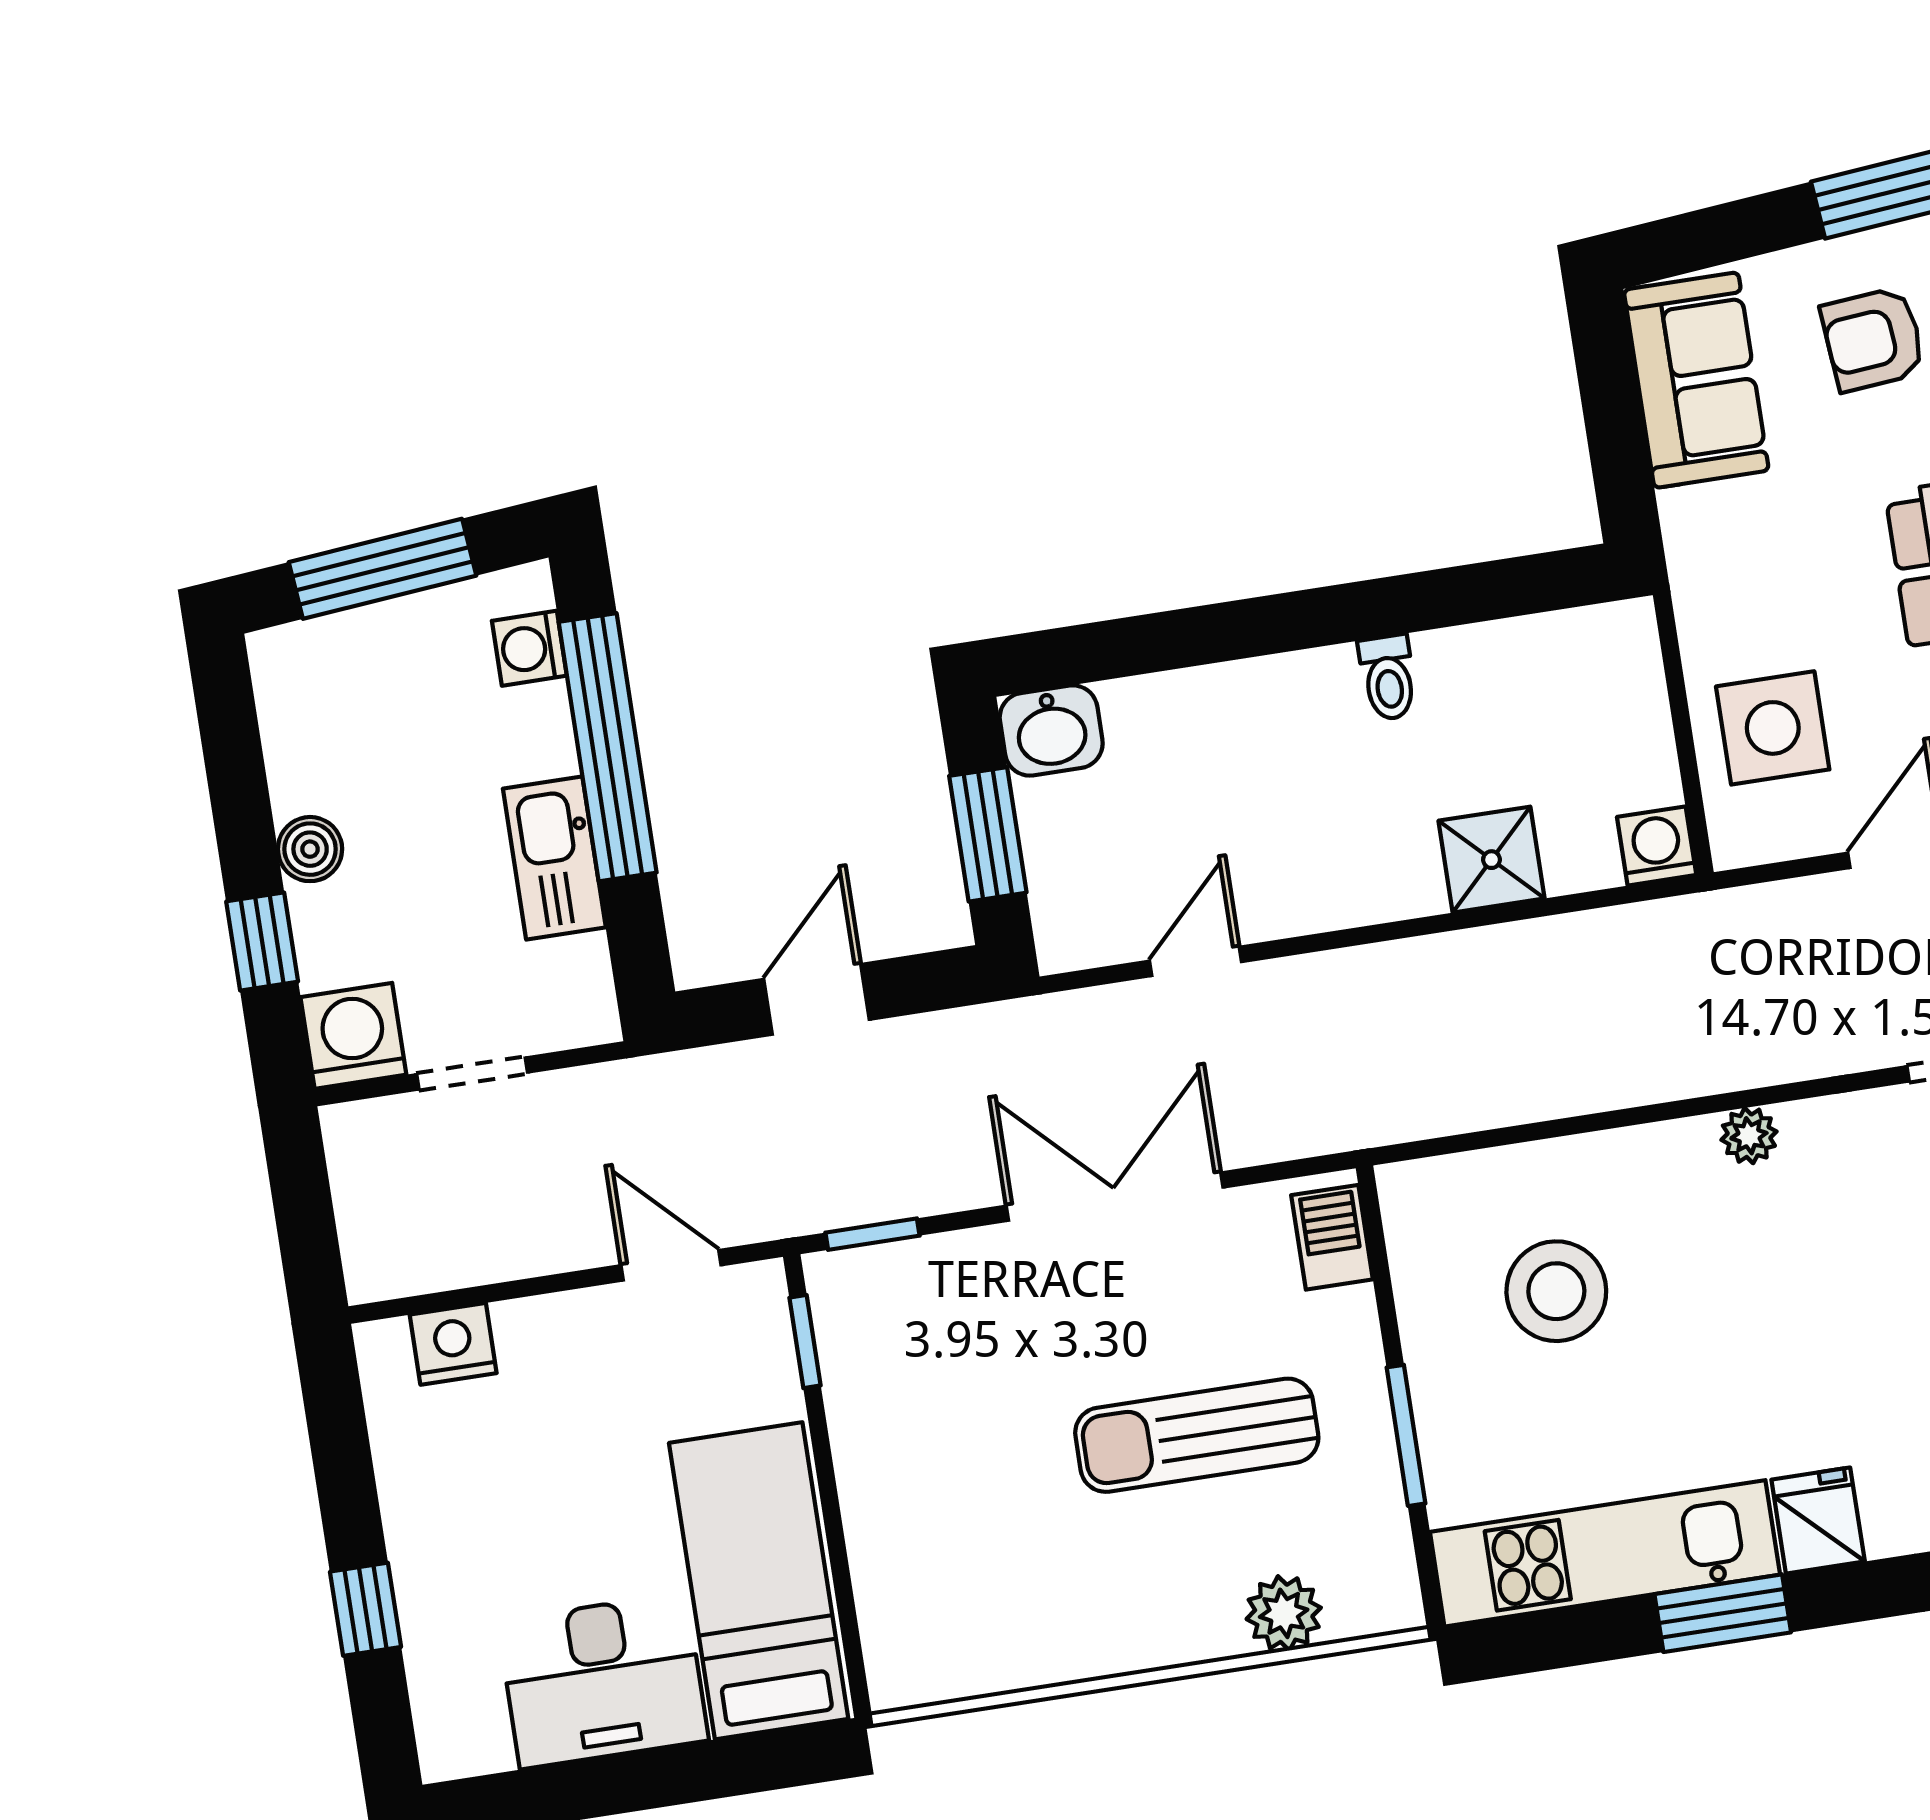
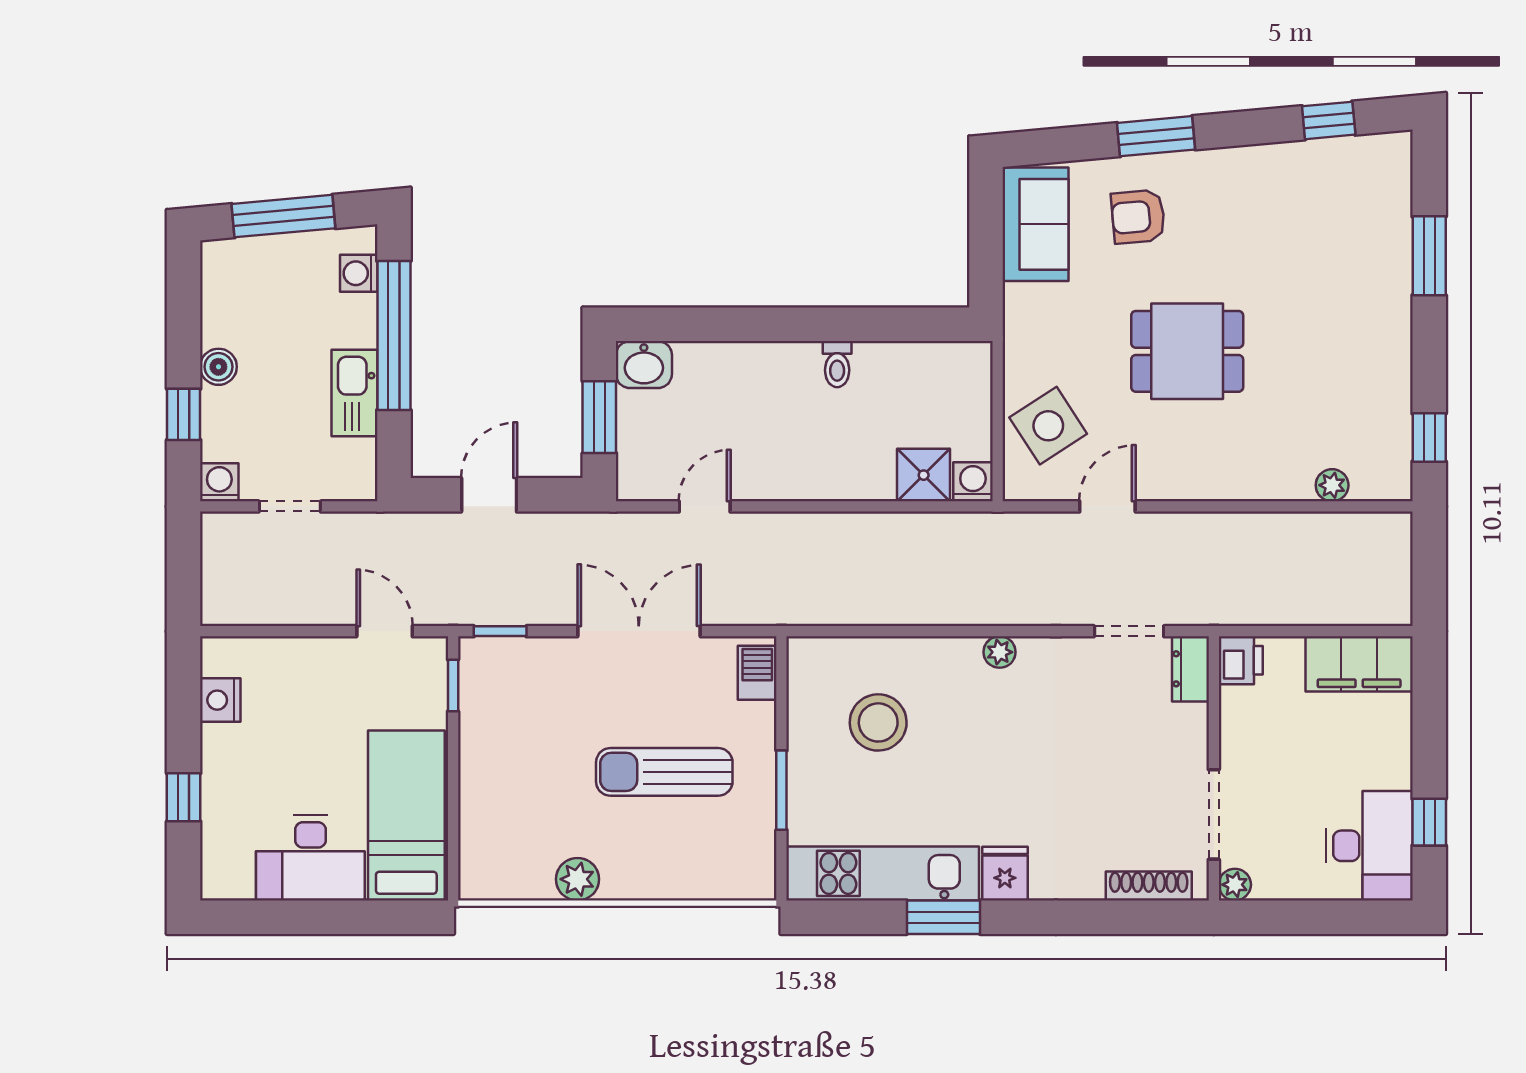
side table: (1773, 728) -> (1048, 426), turned -33
shower: (1492, 860) -> (924, 475), moved
washing machine: (353, 1036) -> (219, 482), width x0.73, depth x0.73
nightstand: (453, 1344) -> (220, 700), moved, turned -90
plant: (1284, 1613) -> (578, 879), moved

